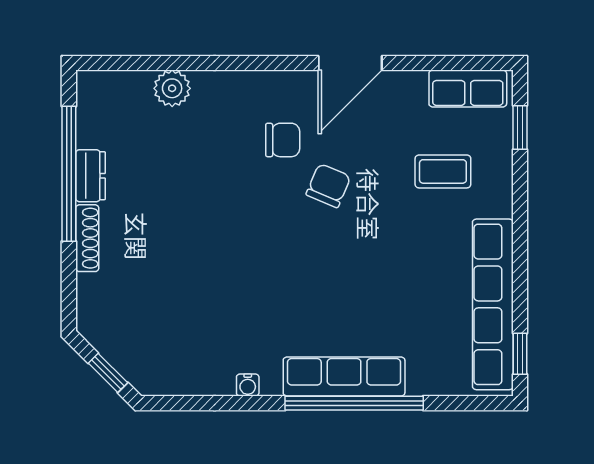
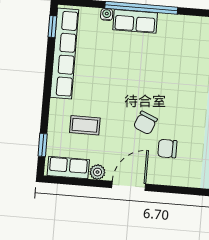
plant: (412, 85) -> (97, 172), added
row of seats: (344, 377) -> (135, 21), width x0.68
water cooler: (248, 385) -> (107, 15), moved

